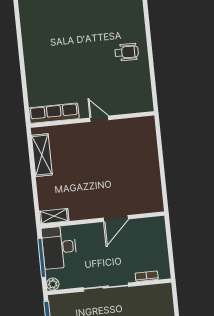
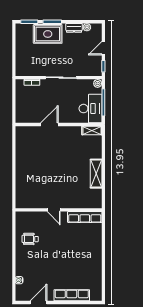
row of seats: (54, 113) -> (85, 217), moved
door: (99, 119) -> (54, 210), moved
wall: (92, 120) -> (59, 210), moved

